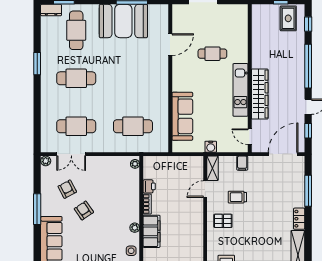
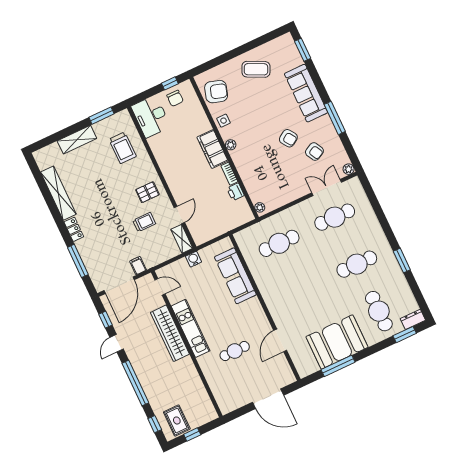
filing cabinet: (242, 163) -> (138, 266), moved

